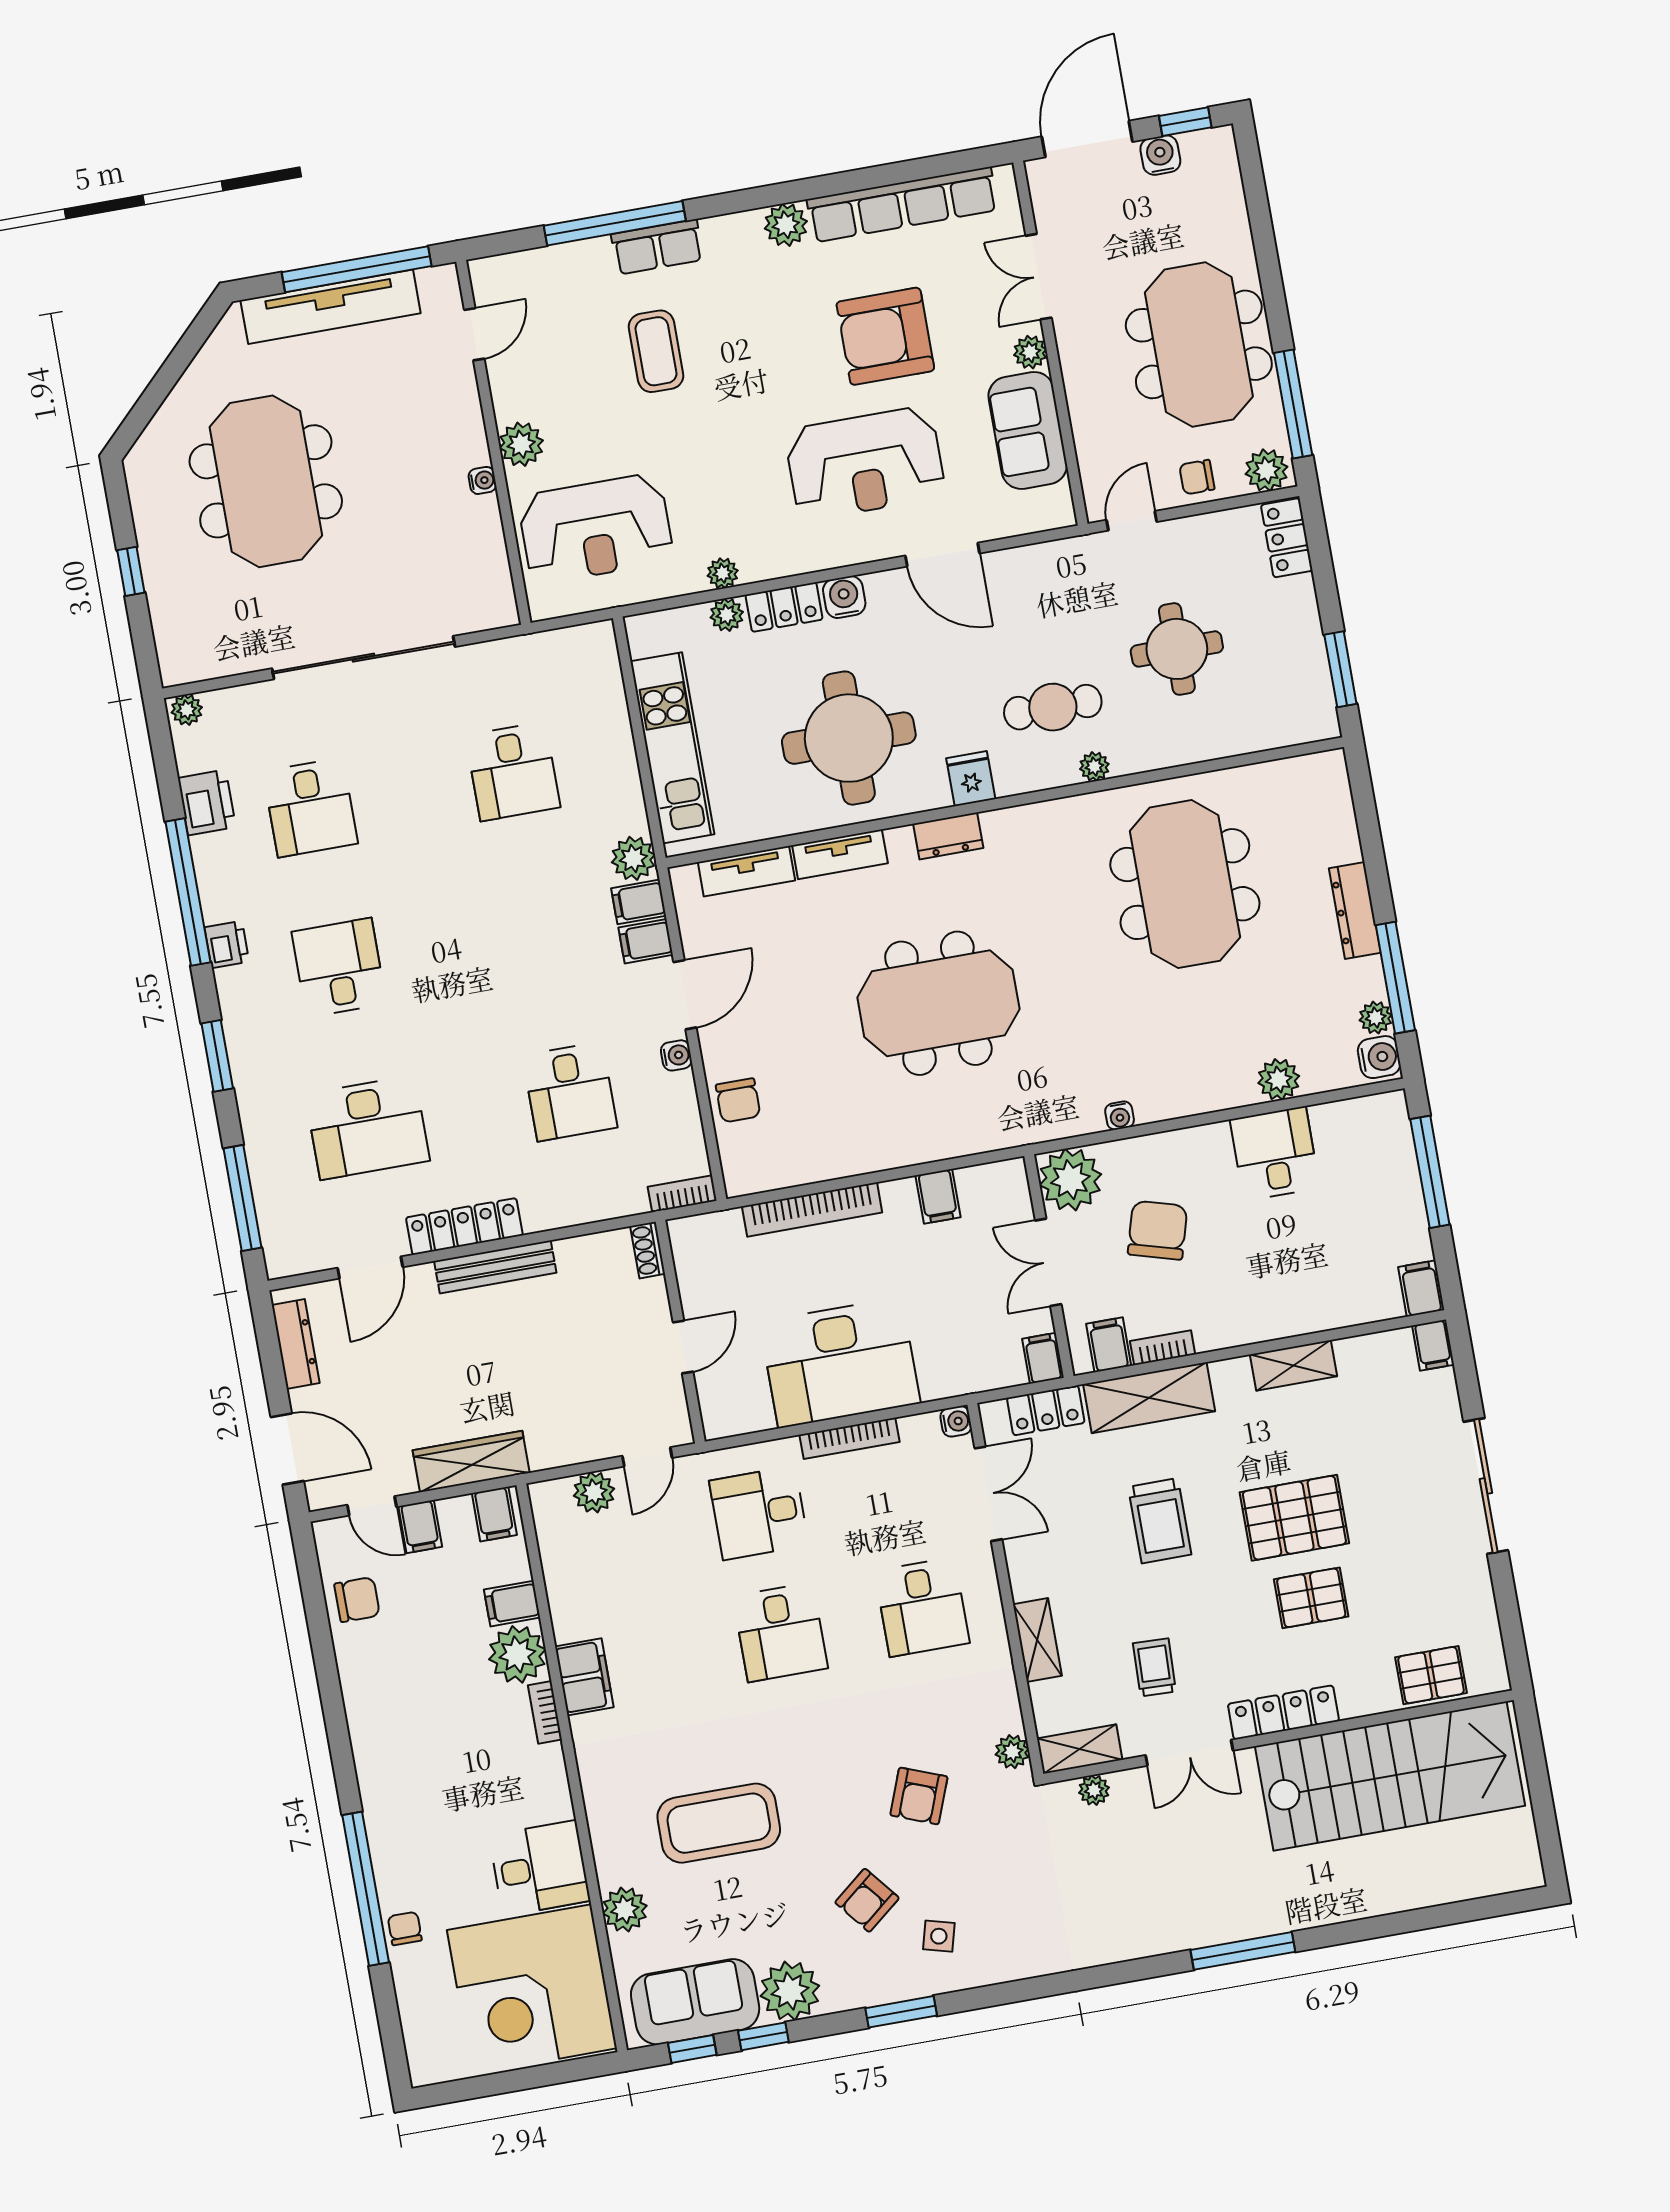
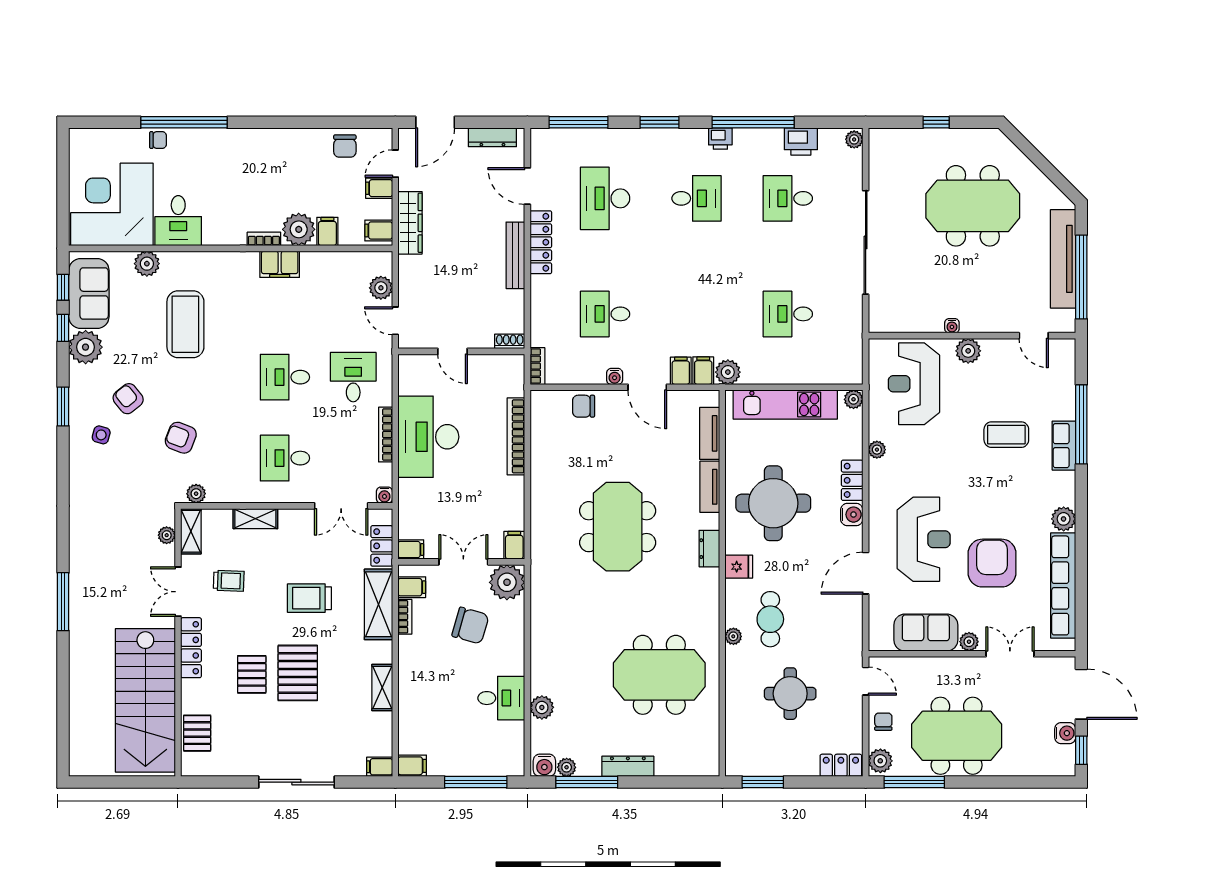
reception desk: (865, 463) -> (924, 539), turned 180
plant: (727, 615) -> (853, 399), moved
water cooler: (1120, 1116) -> (538, 616), removed
filing cabinet: (938, 1196) -> (514, 545), moved, turned 90

